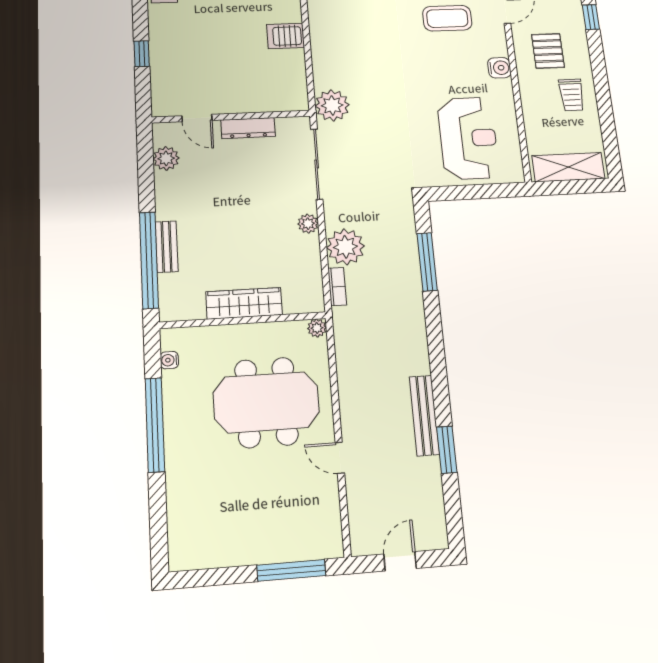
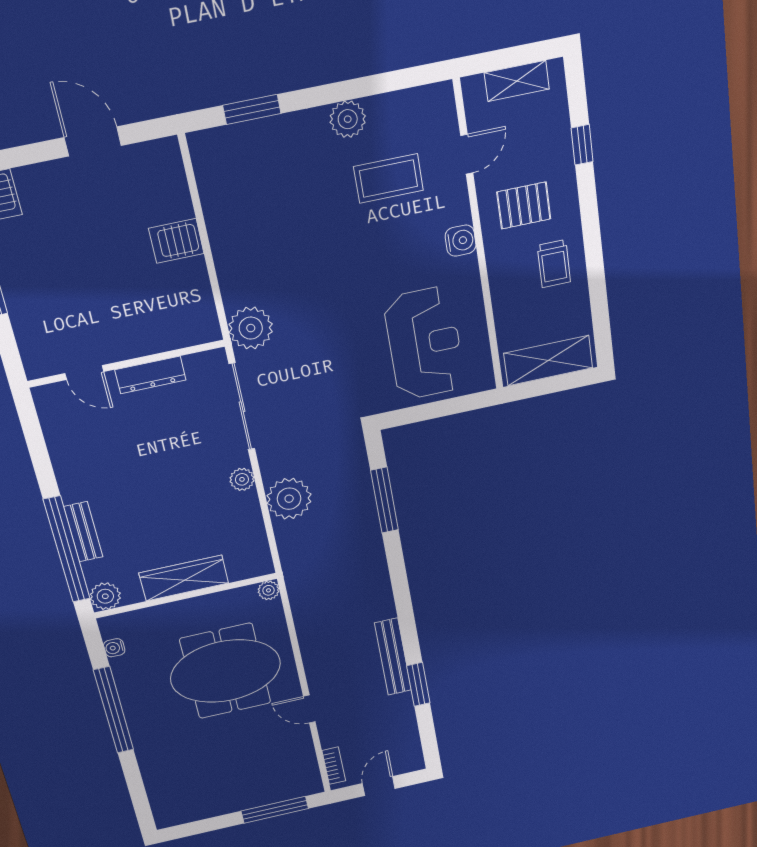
pallet: (548, 51) -> (524, 205), turned 90
plant: (166, 158) -> (105, 596), moved
bookcase: (337, 287) -> (334, 766), moved

